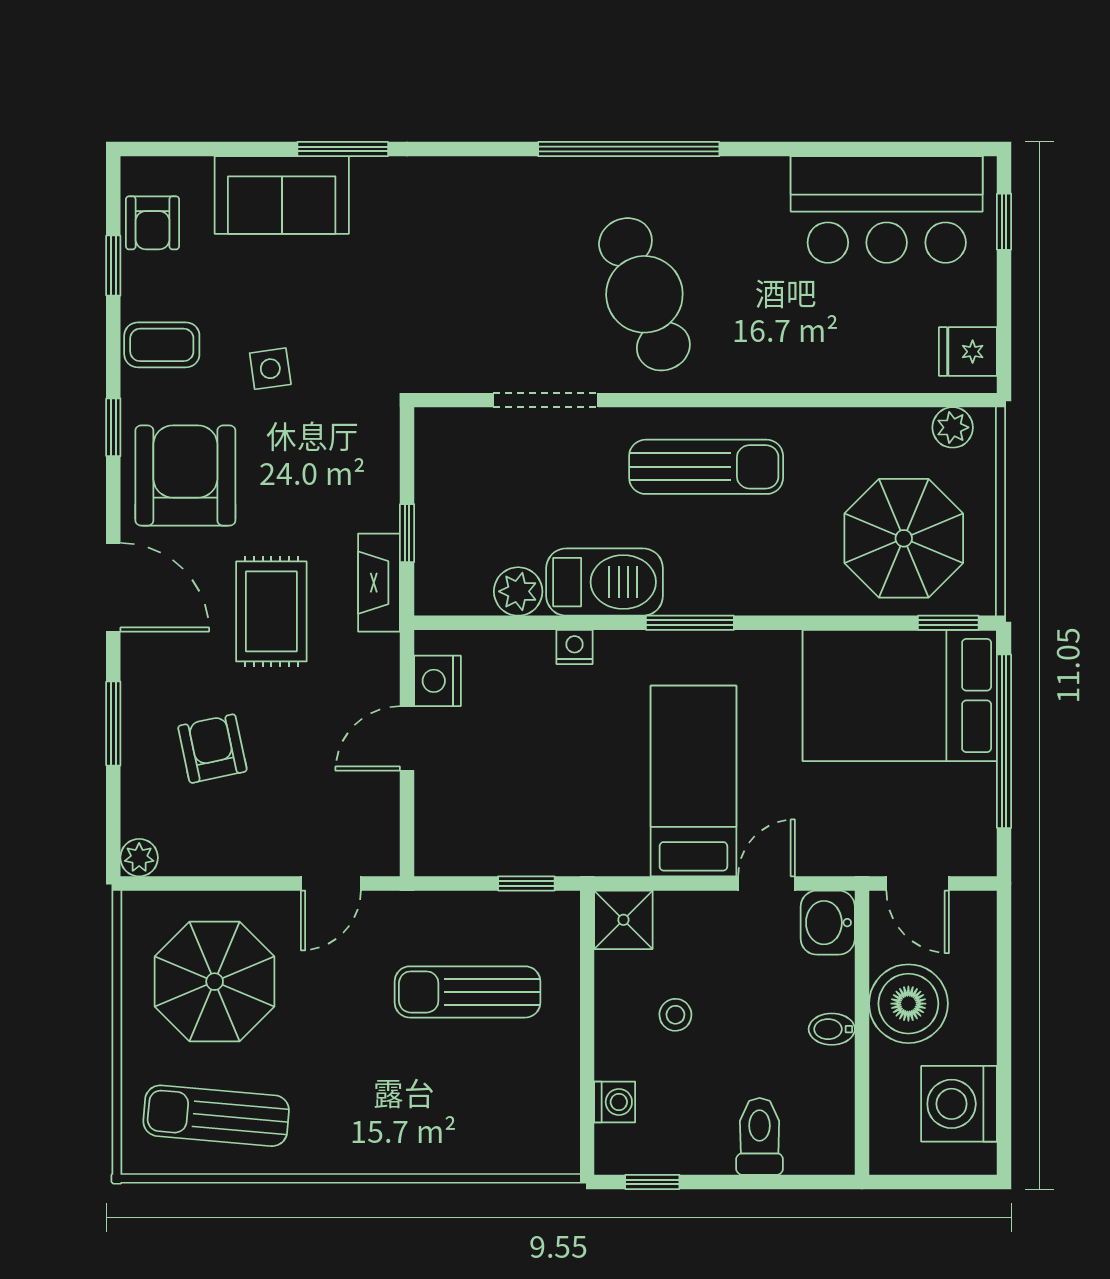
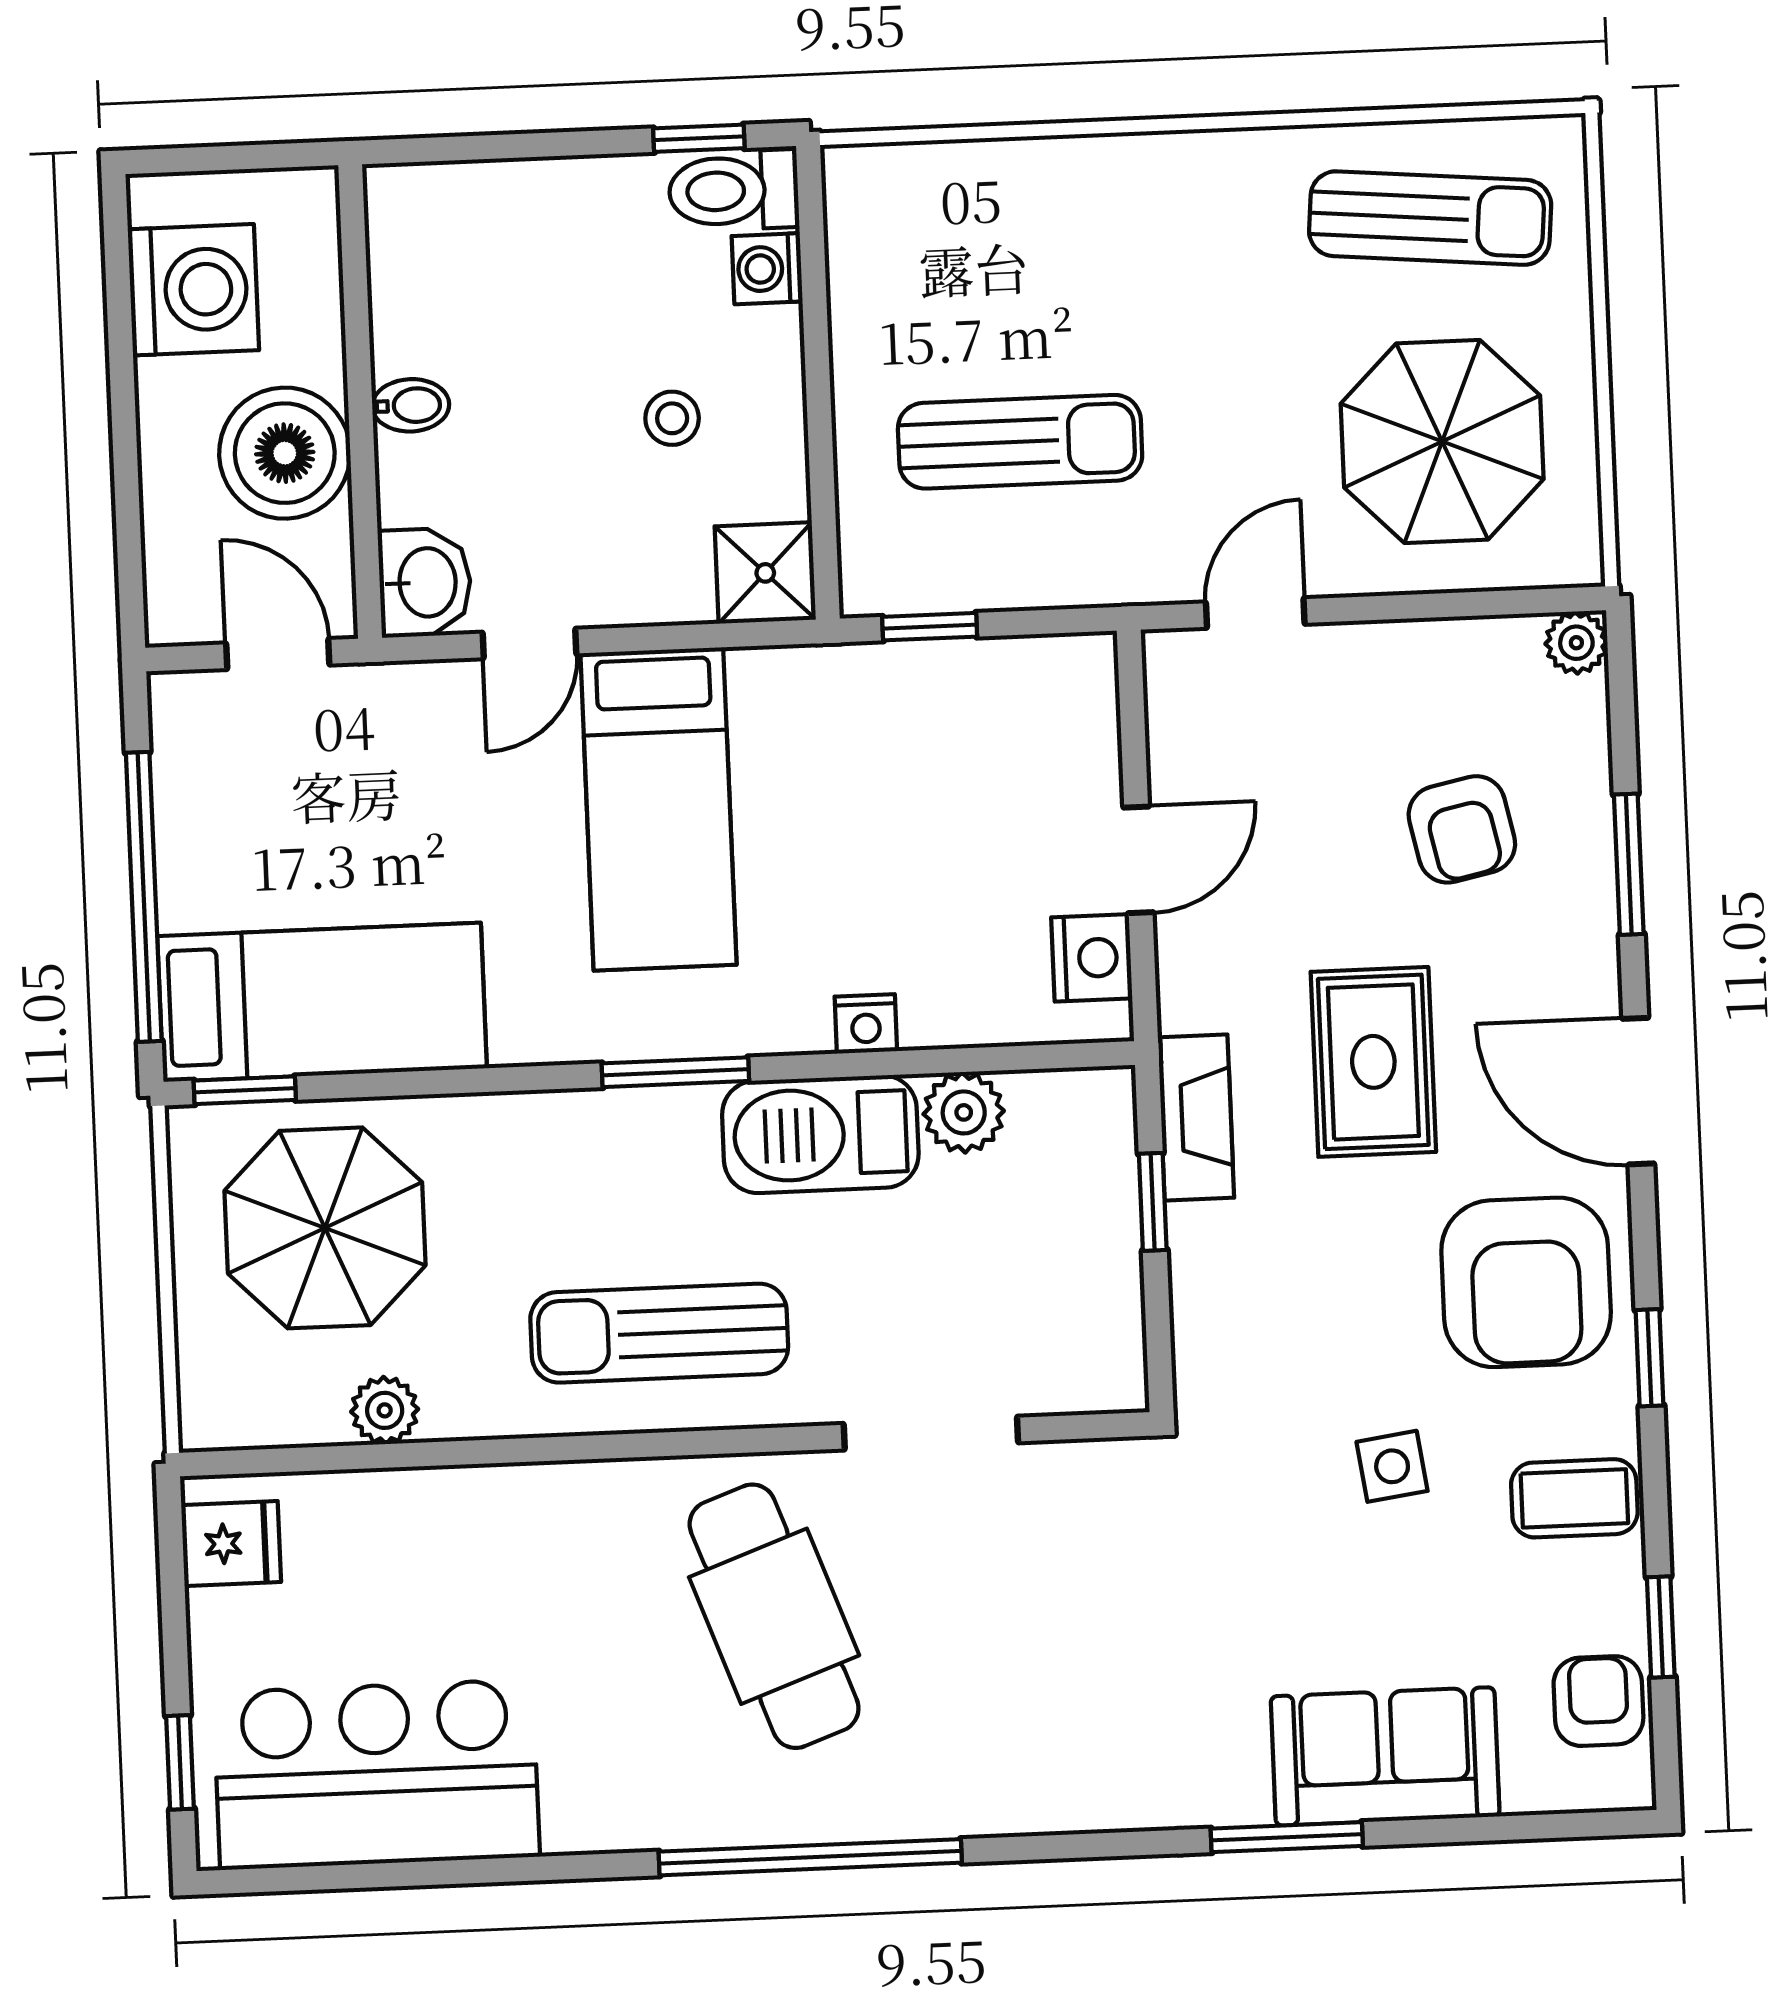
plant: (953, 427) -> (385, 1410), moved
bed: (900, 696) -> (322, 1002), width x0.67
toilet: (760, 1136) -> (734, 191), moved, turned 90

